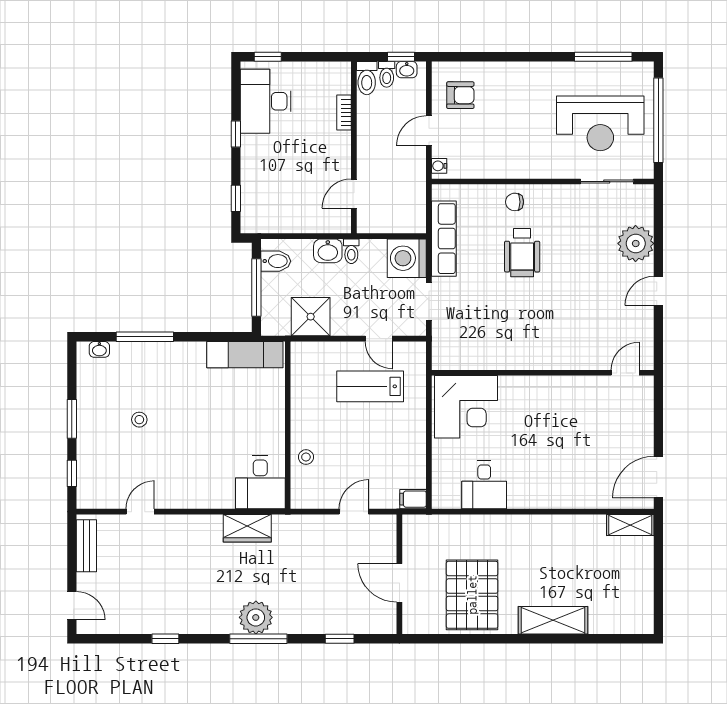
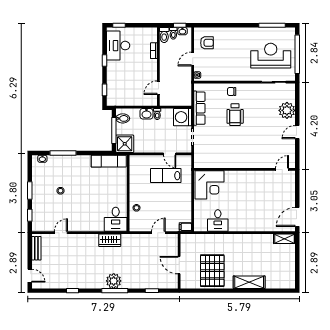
reception desk: (600, 123) -> (271, 56), turned 180
shower: (311, 317) -> (125, 144), moved

